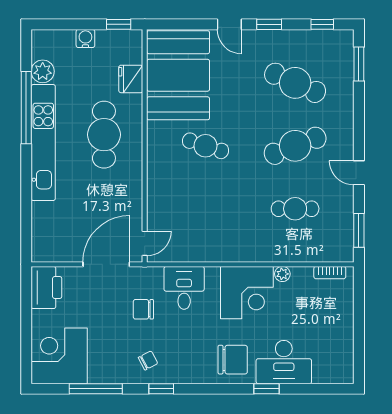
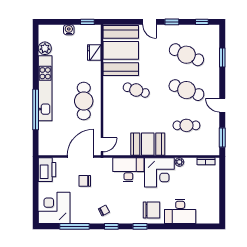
window: (359, 64) -> (222, 58), moved
window: (26, 108) -> (36, 109), moved
cafe table: (104, 135) -> (84, 101), moved
cafe table: (295, 146) -> (186, 90), turned 42
booth: (226, 242) -> (148, 144), added
desk: (184, 288) -> (128, 170), width x1.37
chair: (143, 309) -> (85, 181), moved
window: (267, 389) -> (140, 226), moved

